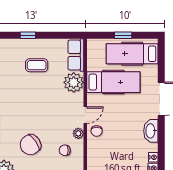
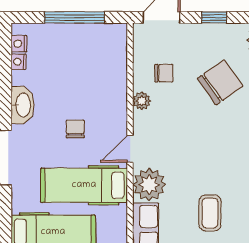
coffee table: (37, 65) -> (210, 213), turned 90
door: (85, 115) -> (130, 149), moved
chair: (97, 131) -> (75, 129), moved

